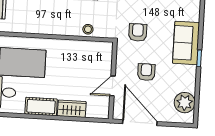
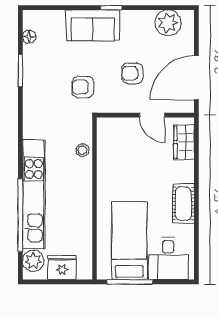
wardrobe: (72, 109) -> (184, 142), moved

